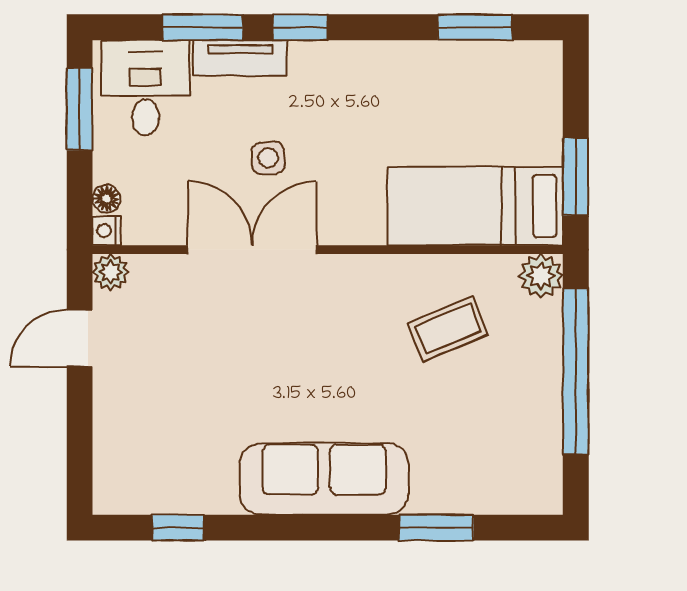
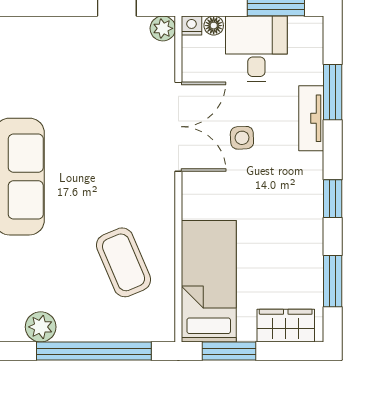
window: (300, 27) -> (333, 199), moved
desk: (145, 88) -> (256, 49), moved, turned -90
wardrobe: (539, 95) -> (286, 326), added
plant: (541, 276) -> (41, 327), moved
coffee table: (448, 329) -> (124, 262), width x1.36, depth x1.30

